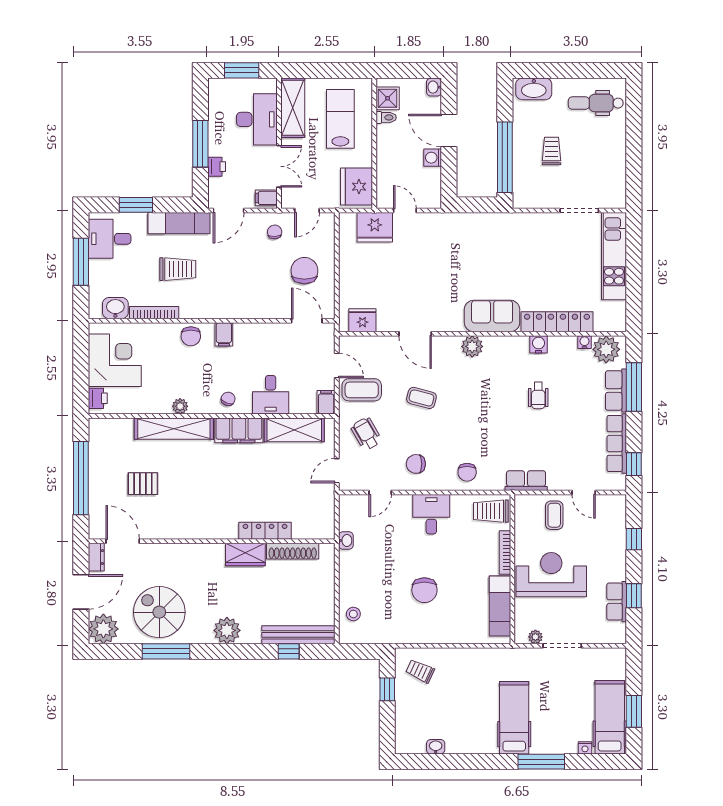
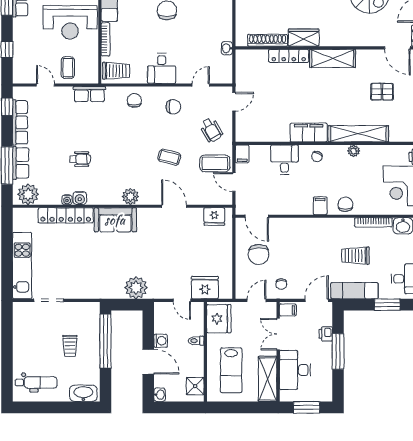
toilet: (386, 117) -> (196, 341), moved
plant: (465, 227) -> (136, 288), added
water cooler: (584, 342) -> (67, 200), moved
wheelchair: (538, 395) -> (80, 159), turned 90
shelving: (294, 430) -> (333, 58), moved

